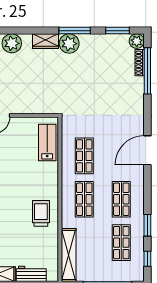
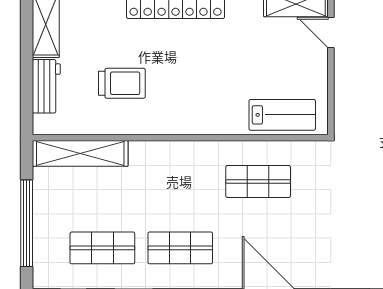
shop shelf: (84, 199) -> (180, 181), removed
trolley: (41, 213) -> (122, 83), moved

